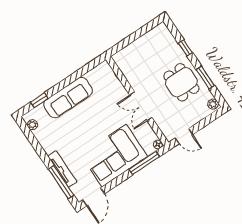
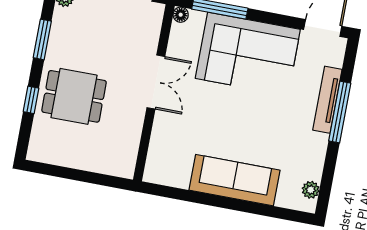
dining table: (181, 82) -> (74, 96), moved, turned 90
window: (39, 100) -> (273, 212), removed
window: (61, 182) -> (340, 112), moved

